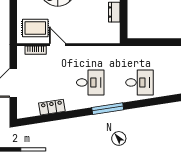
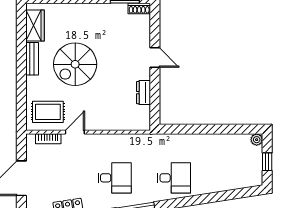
door: (58, 45) -> (75, 132), hinge flipped

